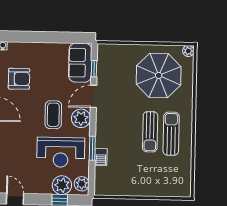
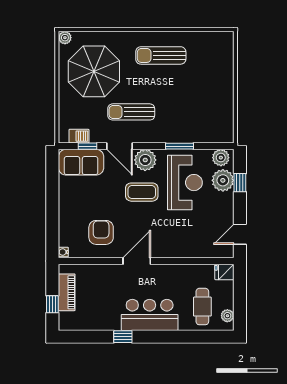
sun lounger: (150, 132) -> (131, 112), moved, turned 180
barbecue: (101, 157) -> (79, 136), moved

